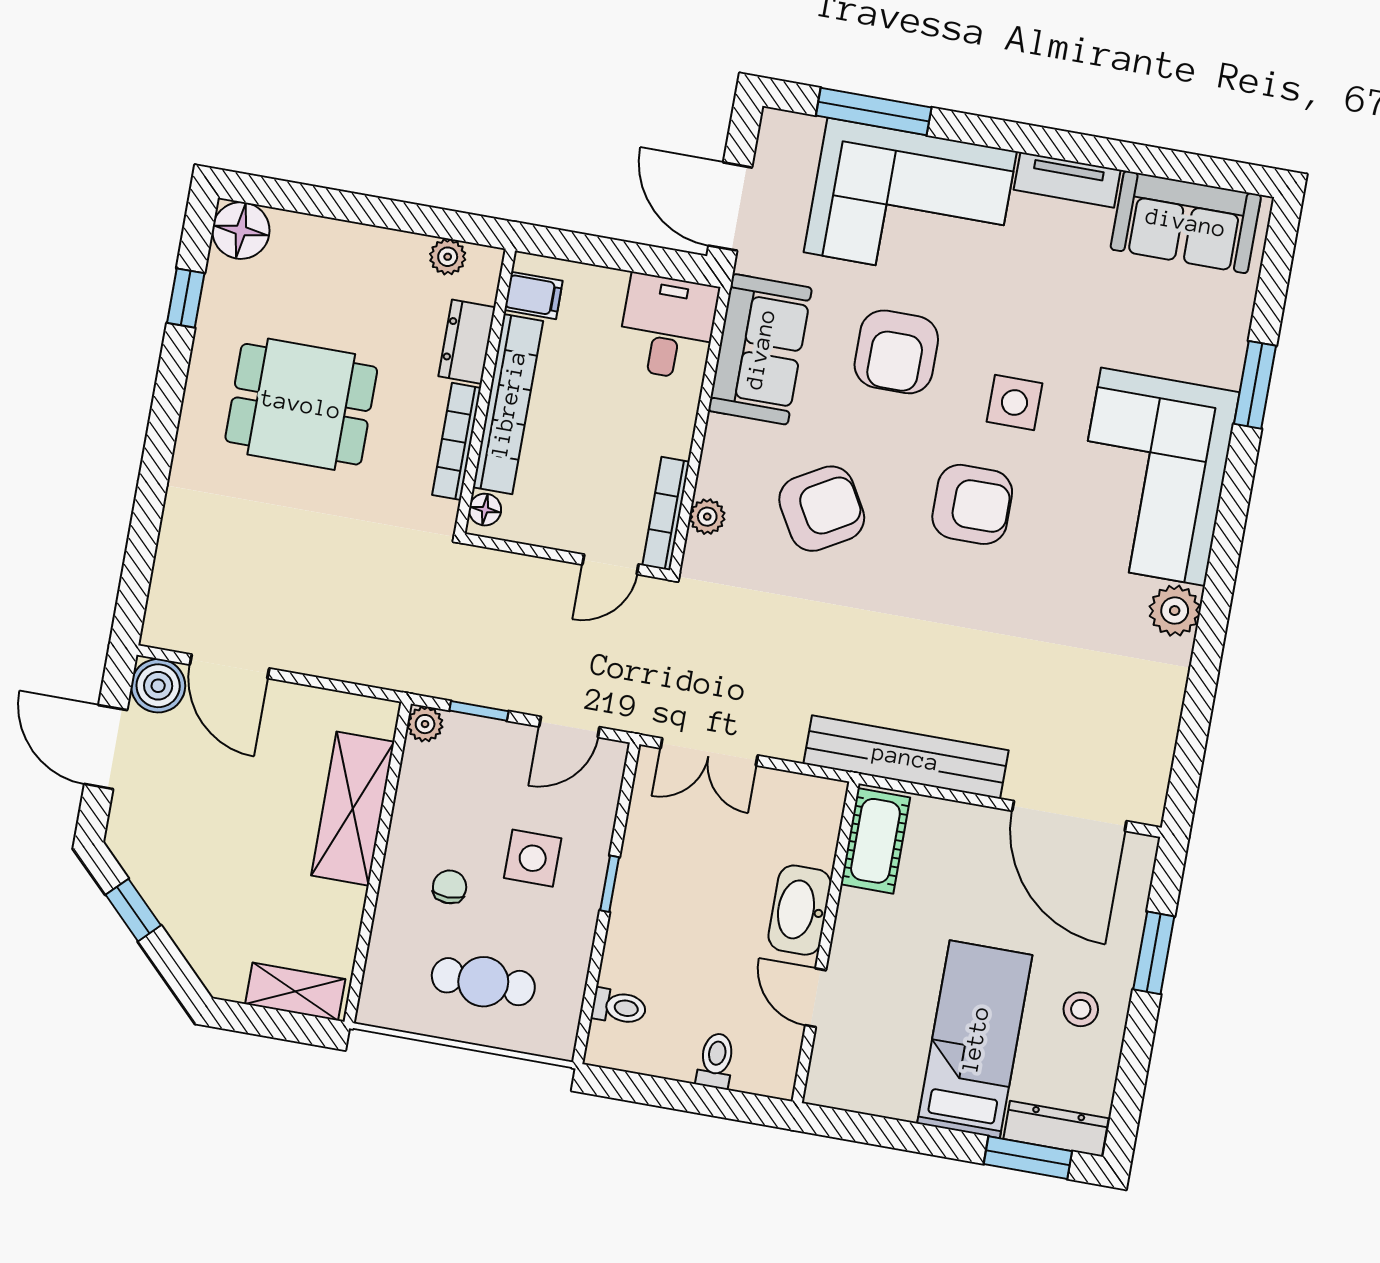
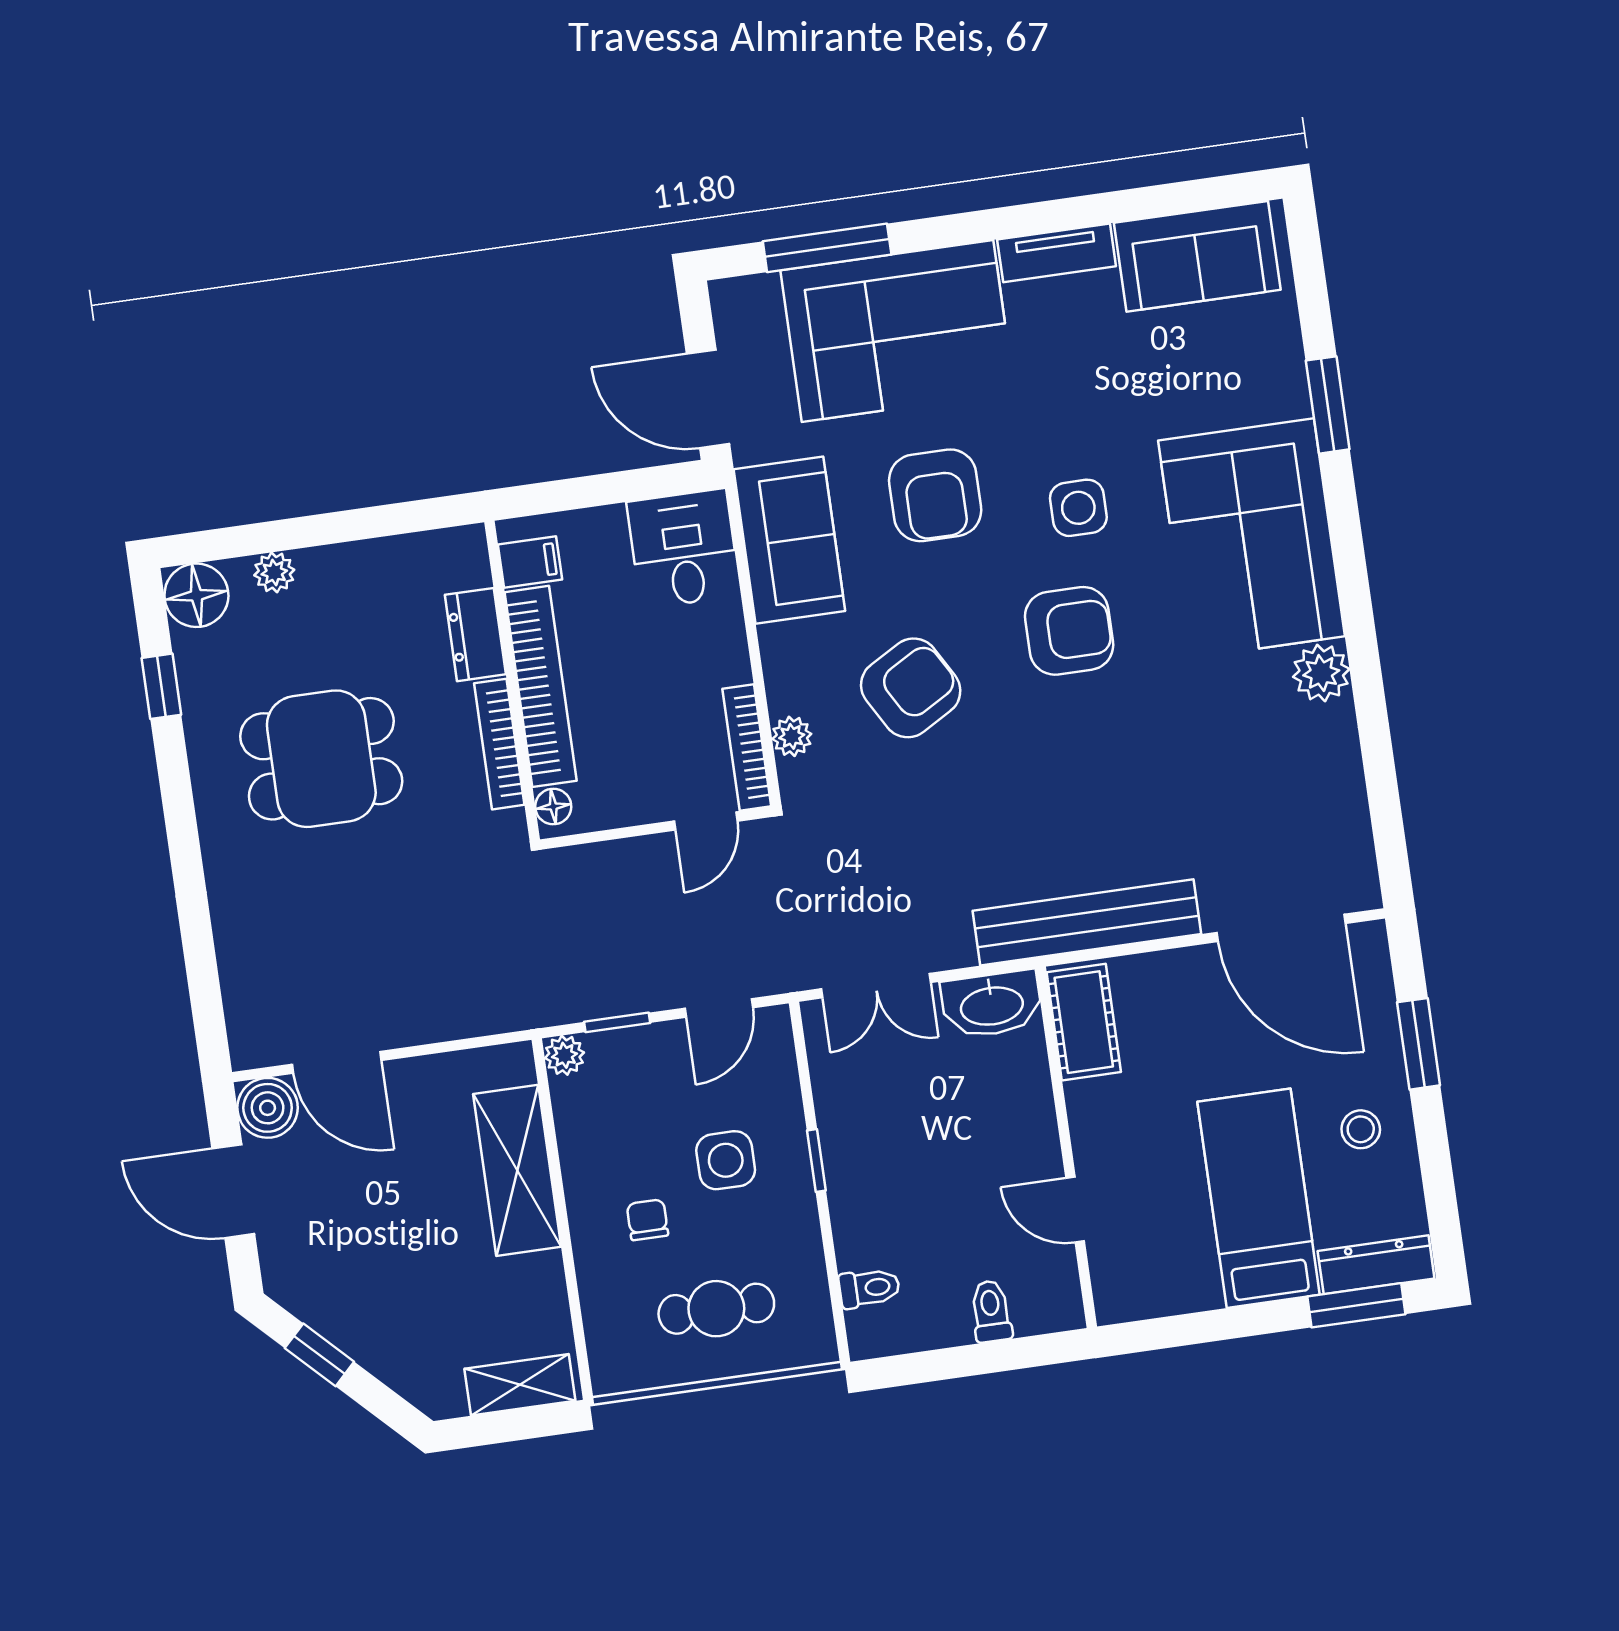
plant: (448, 257) -> (274, 572), moved
washbasin: (800, 910) -> (992, 1004), moved, turned -90

